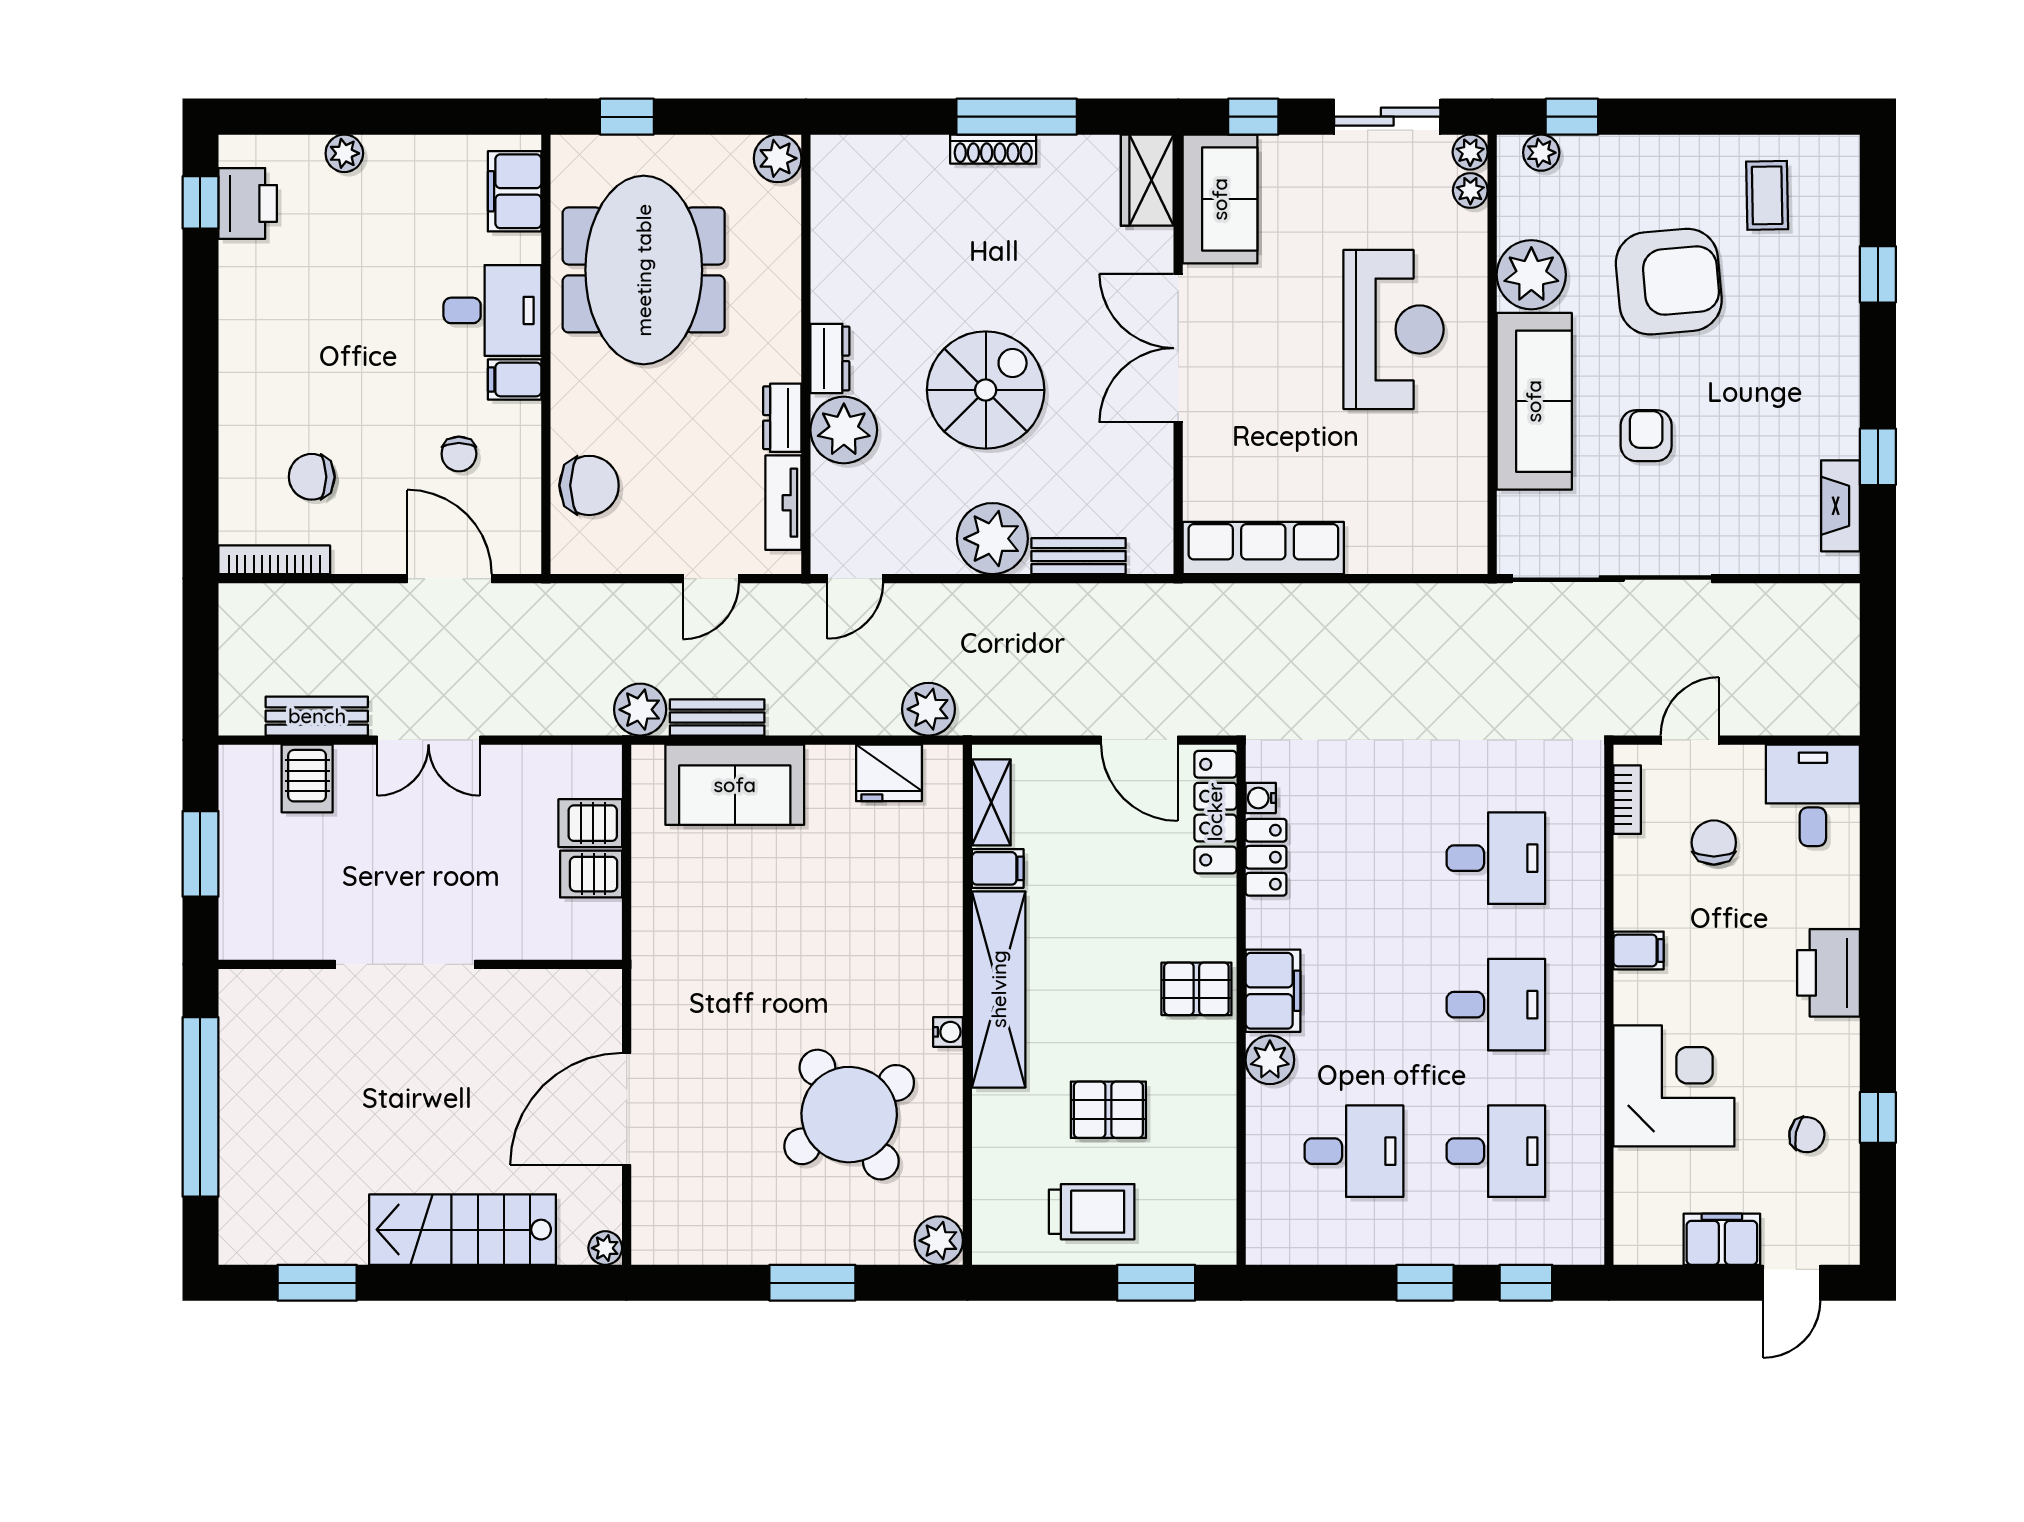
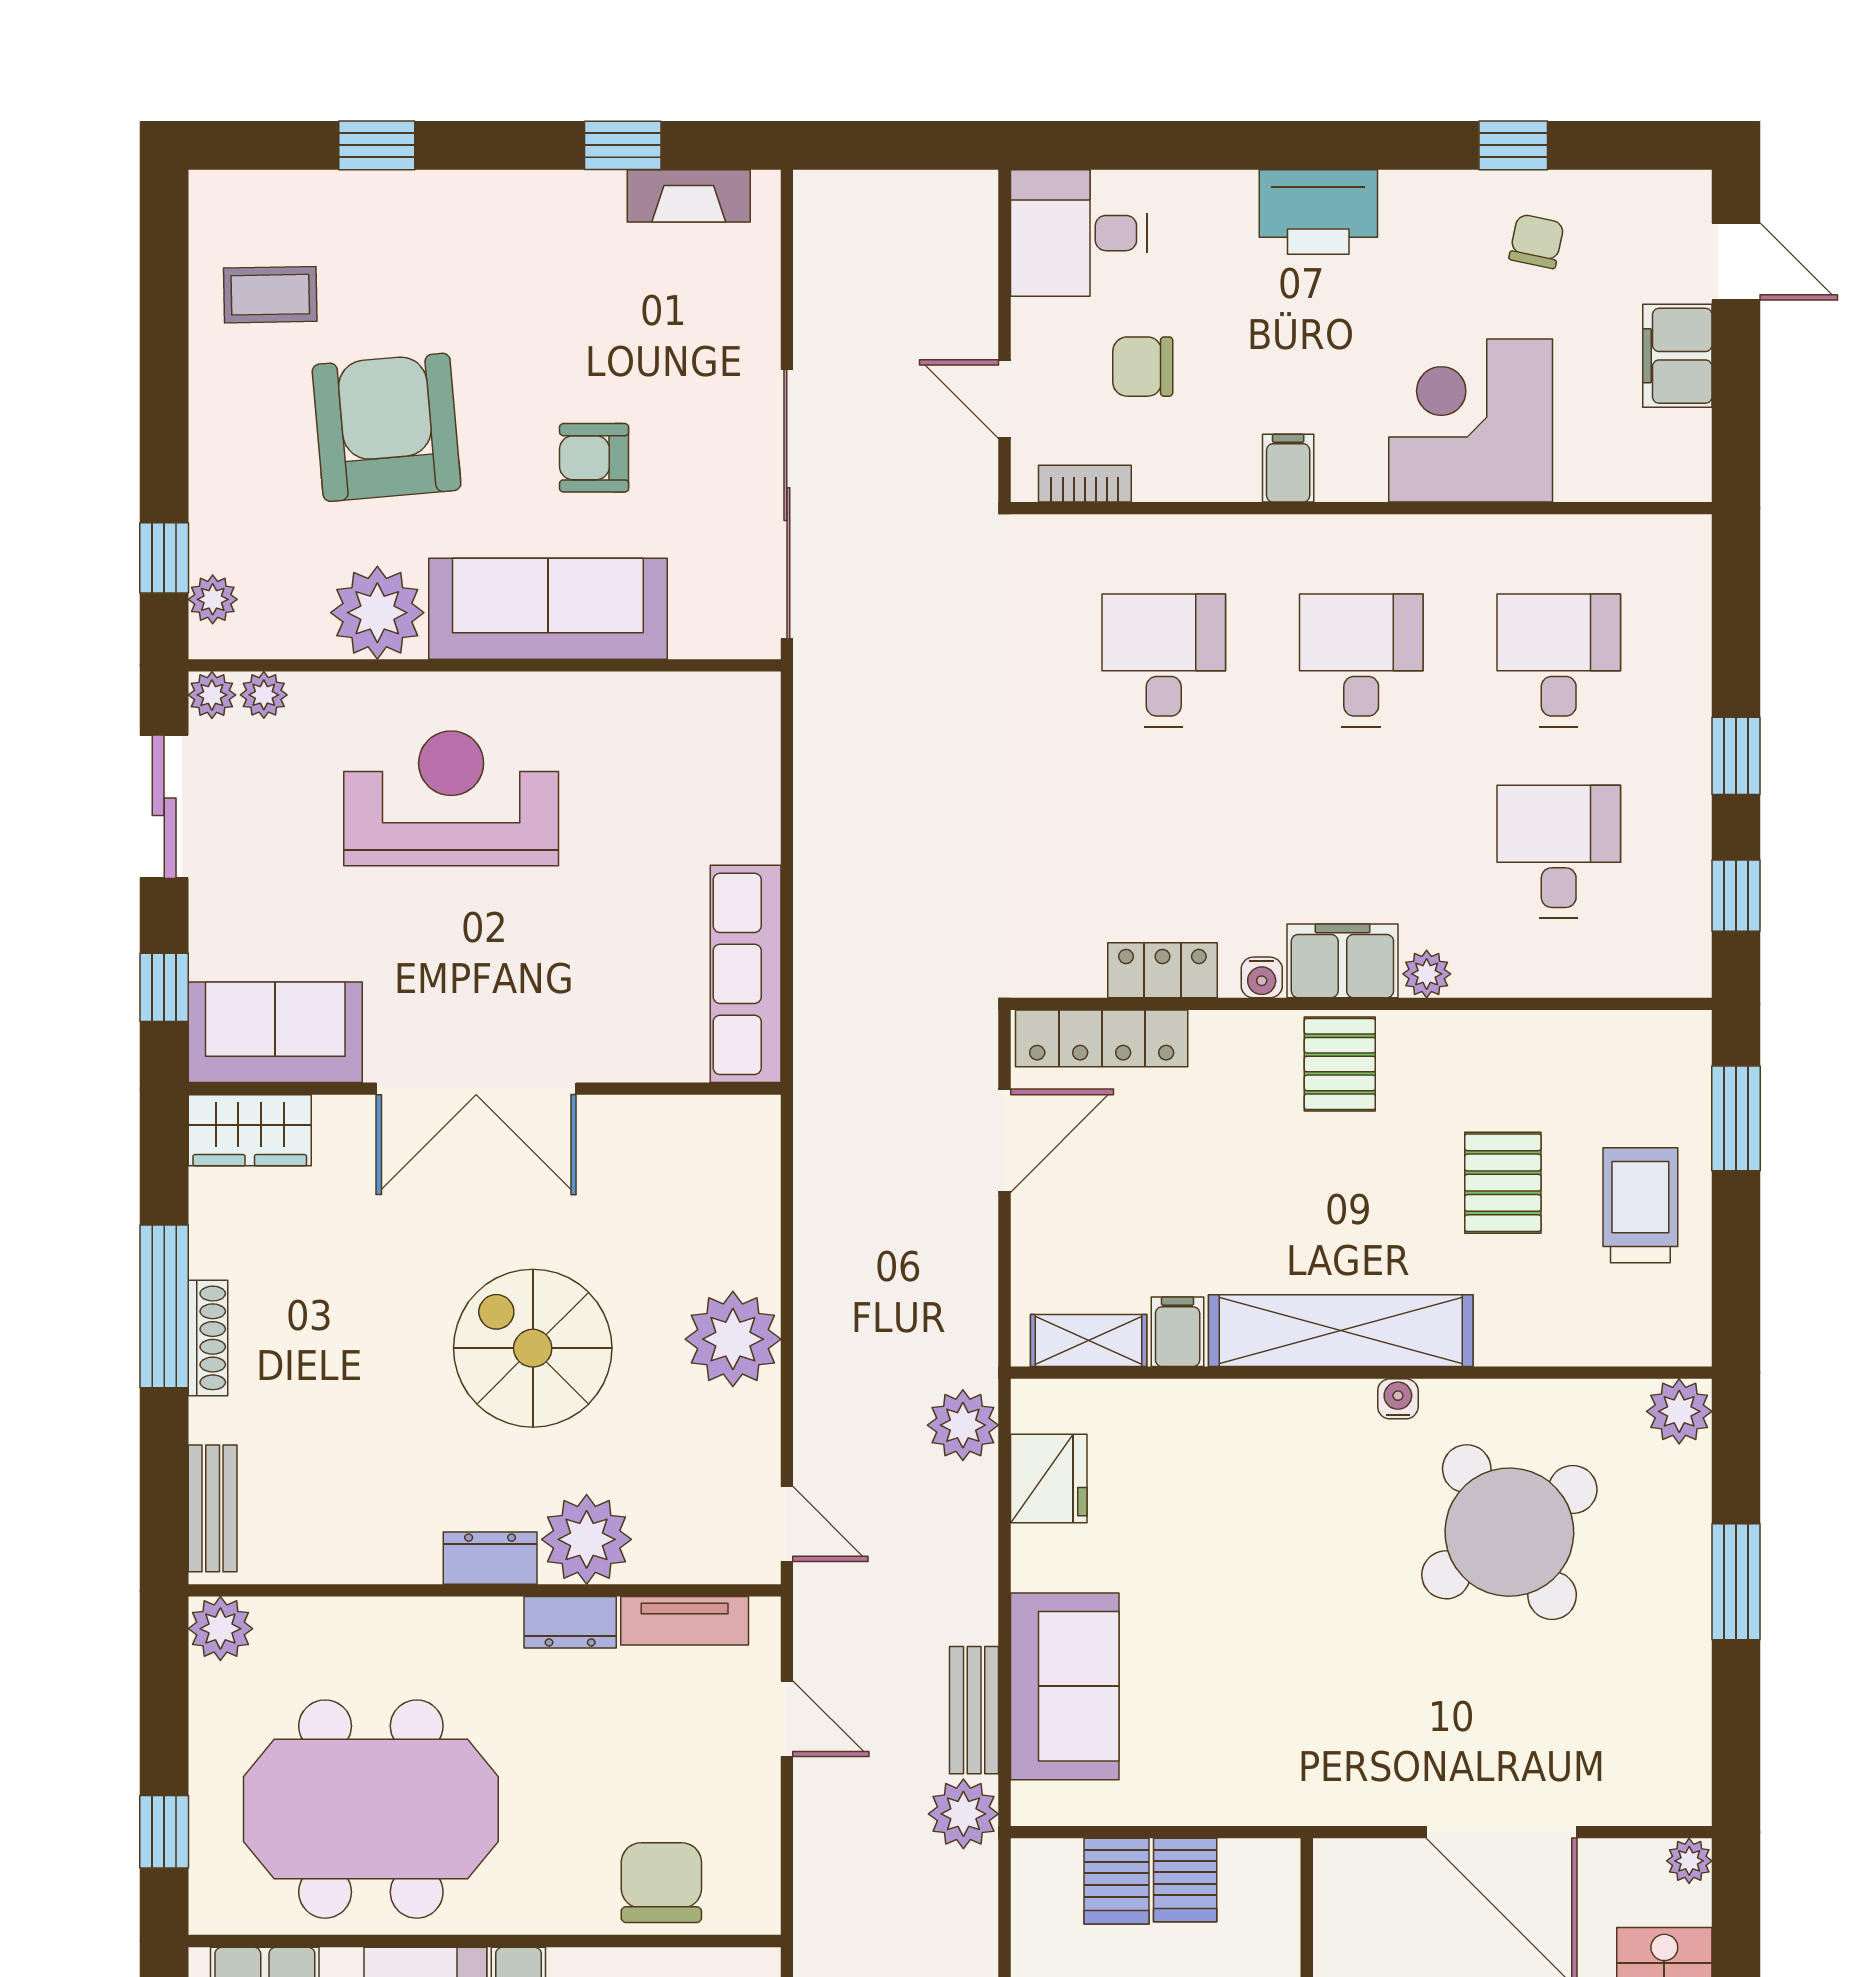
bench: (1079, 556) -> (213, 1508), moved
water cooler: (1261, 798) -> (1262, 977), moved
plant: (1270, 1060) -> (1427, 974), width x0.73, depth x0.73
window: (1526, 1283) -> (1736, 896), moved

